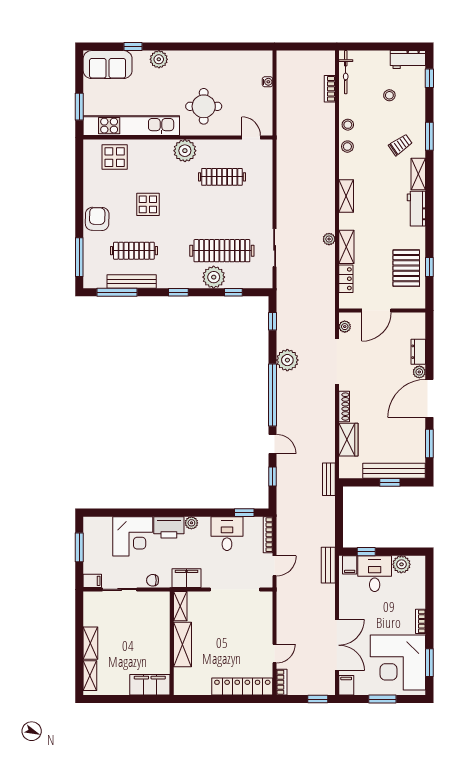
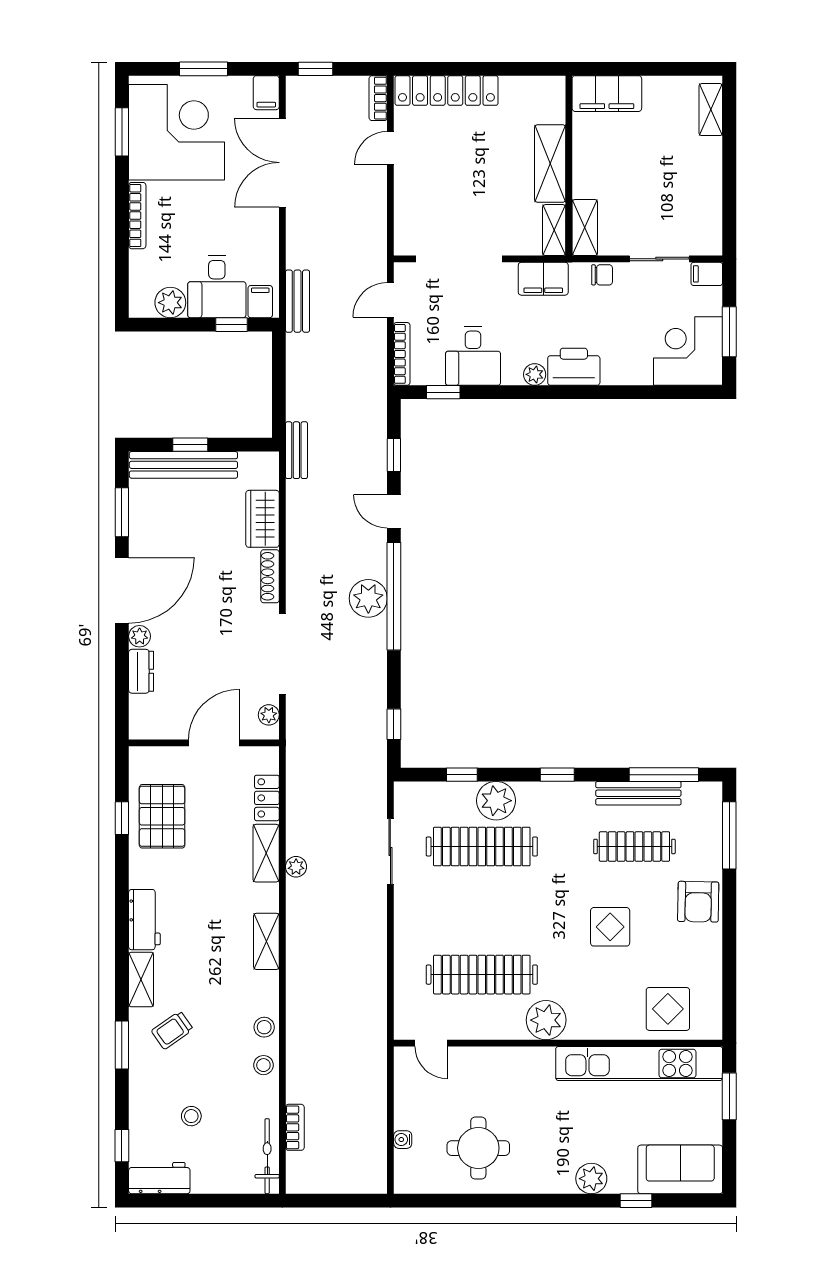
round table: (204, 106) -> (478, 1148), moved
clothes rail: (222, 177) -> (482, 975), width x1.37, depth x1.31
plant: (287, 360) -> (368, 598), moved
corner desk: (133, 536) -> (688, 351), moved
bookcase: (421, 621) -> (137, 216), width x1.56
shelving: (90, 643) -> (585, 228), moved

